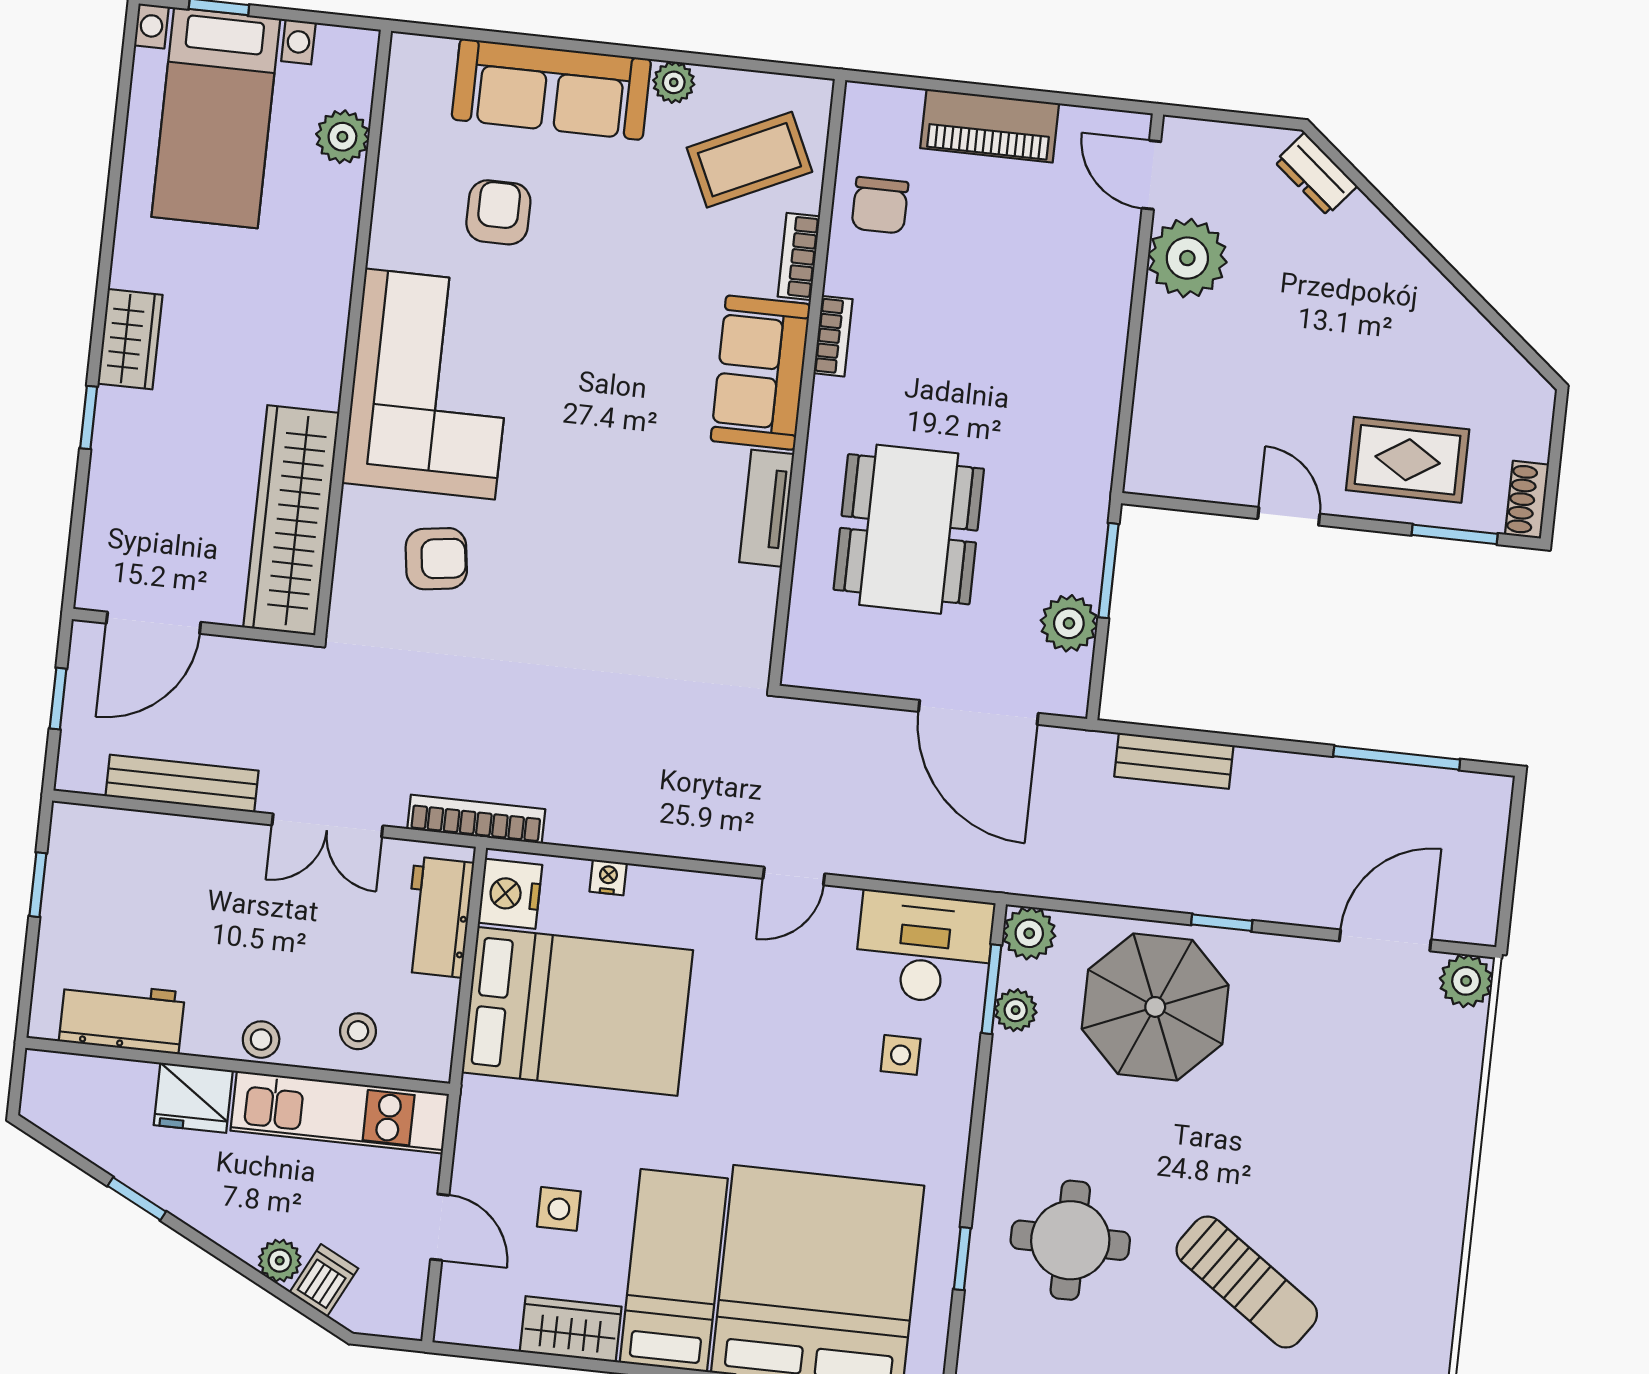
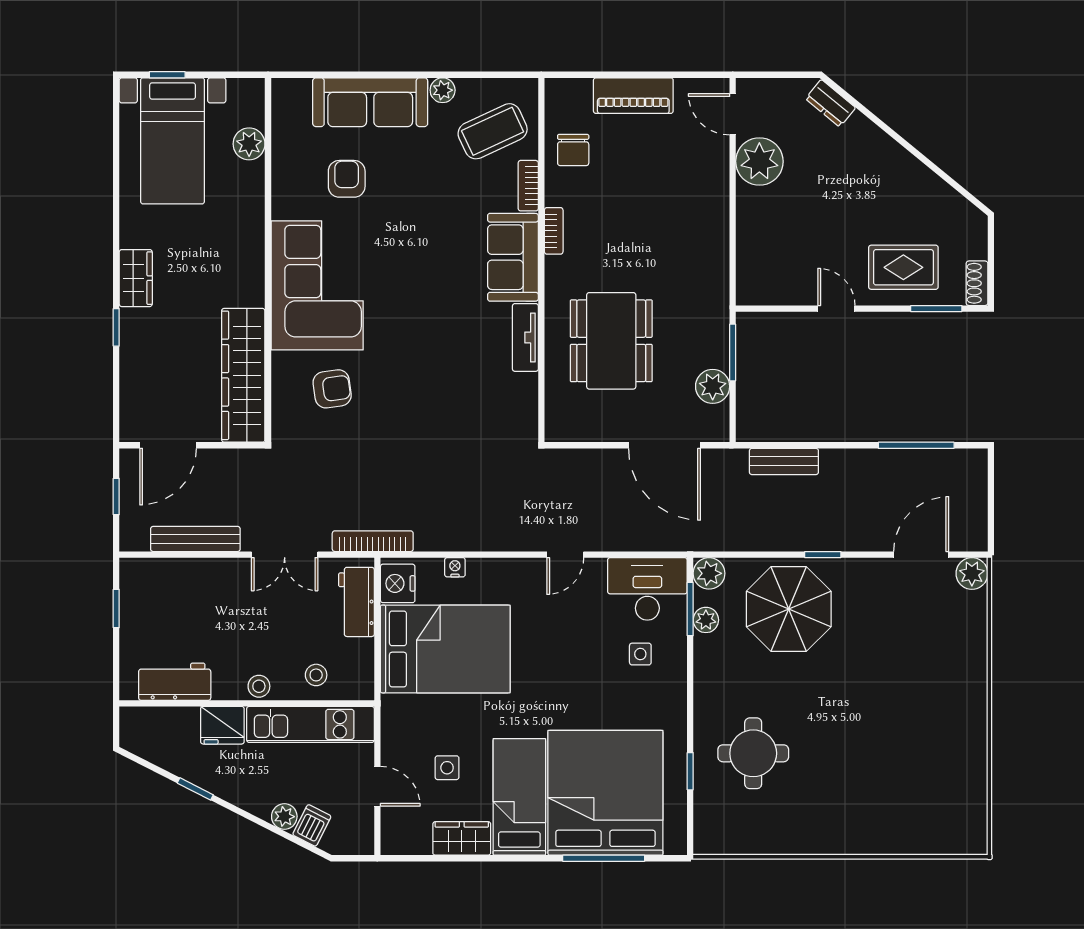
sun lounger: (1247, 1282) -> (861, 767), removed

